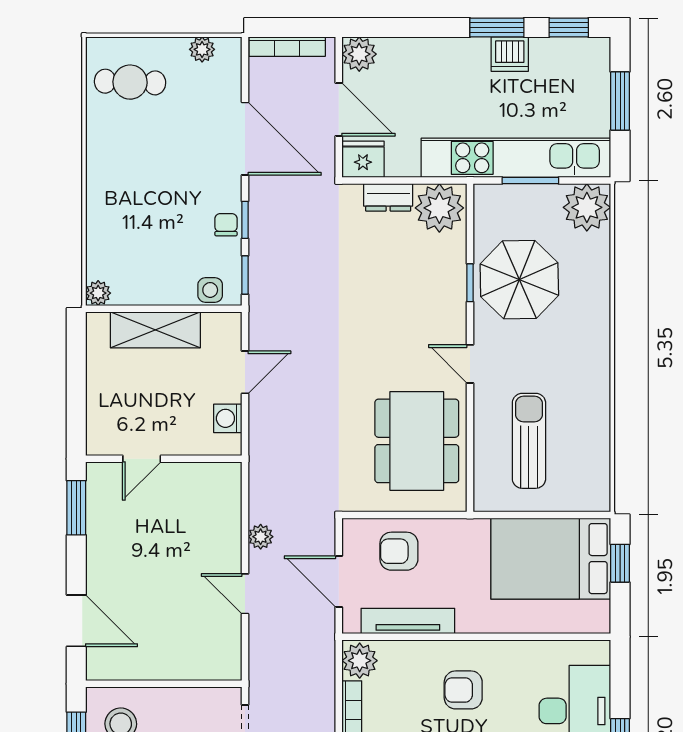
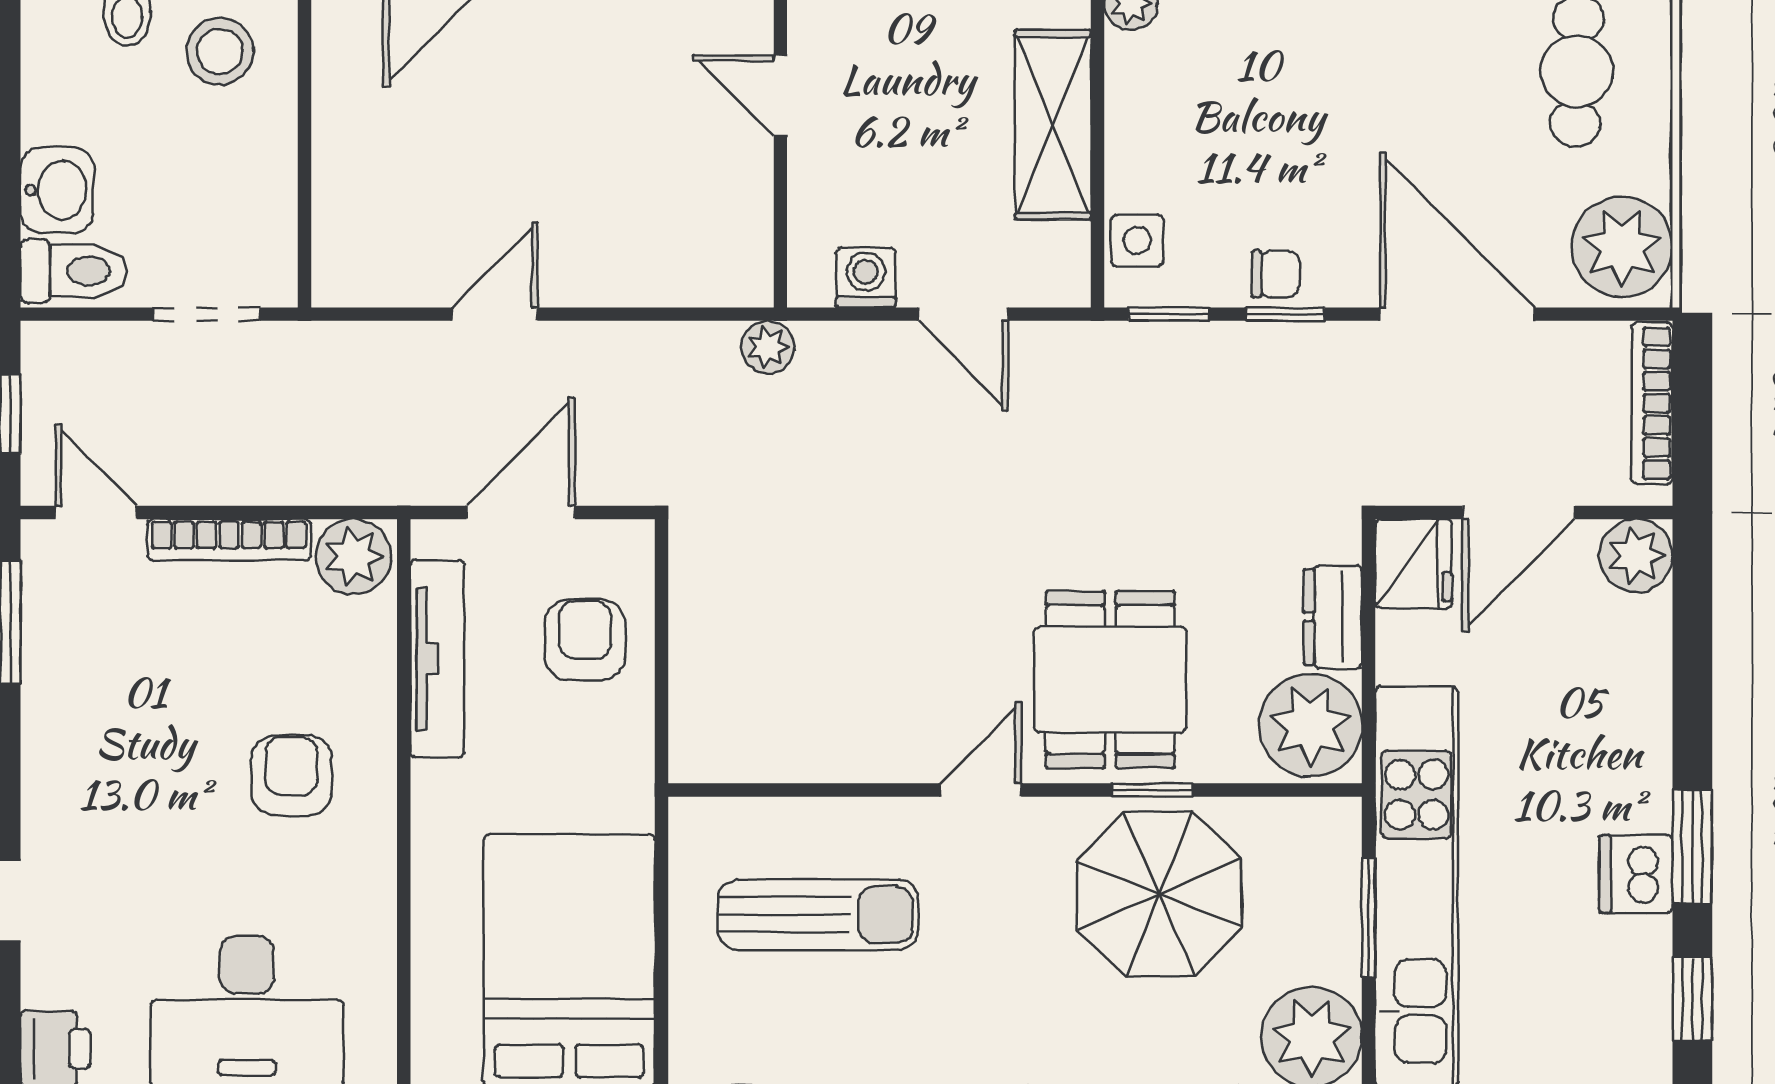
plant: (202, 49) -> (1622, 247), width x1.87, depth x1.87
door: (245, 139) -> (1457, 314), swing flipped
dining table: (417, 441) -> (1110, 679), moved, width x0.73
plant: (261, 537) -> (768, 347), moved

